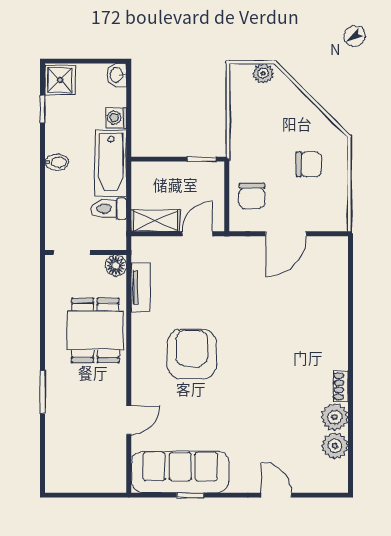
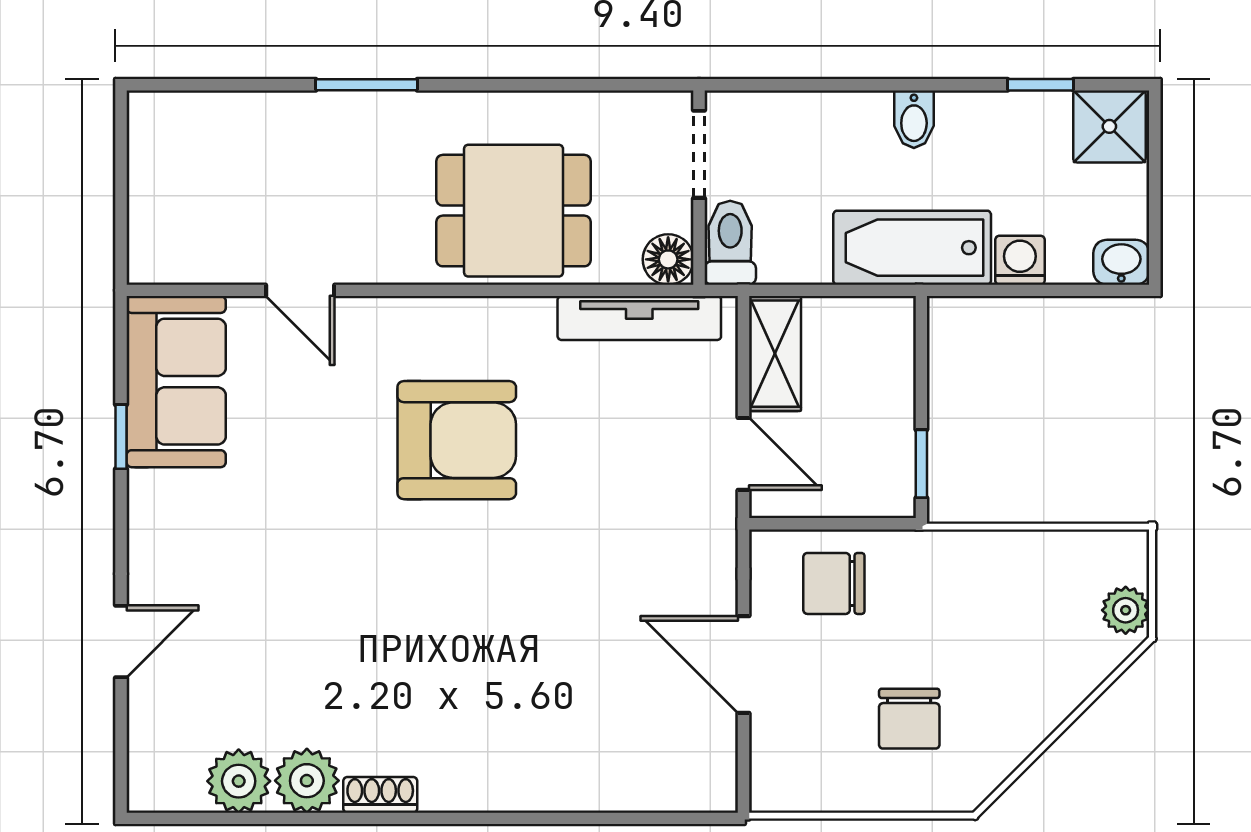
toilet: (109, 209) -> (730, 243), moved
tv unit: (140, 287) -> (639, 318), width x1.41
sofa: (180, 472) -> (176, 382), width x0.73

